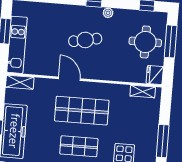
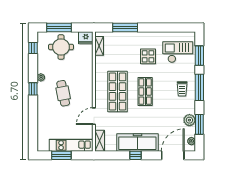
door: (69, 79) -> (94, 116), moved
window: (163, 141) -> (125, 28), moved

